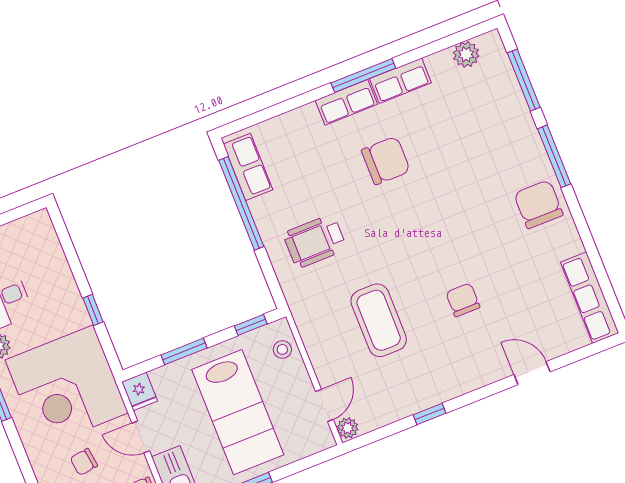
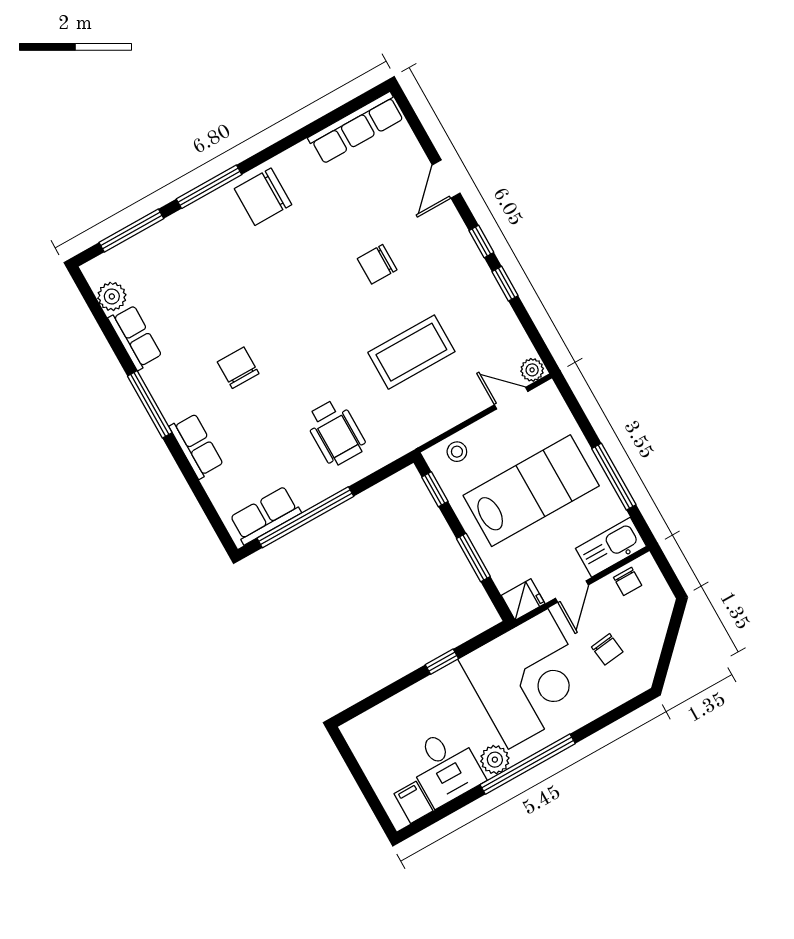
row of seats: (400, 81) -> (135, 337), moved
row of seats: (346, 102) -> (196, 446), moved
chair: (386, 161) -> (238, 368), width x0.73, depth x0.73
window: (471, 398) -> (481, 241), added

